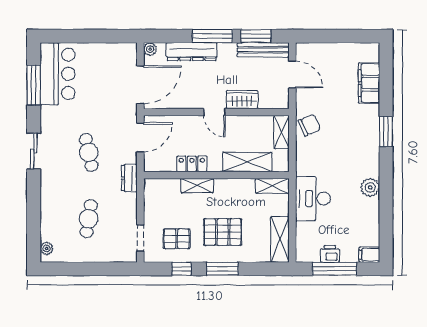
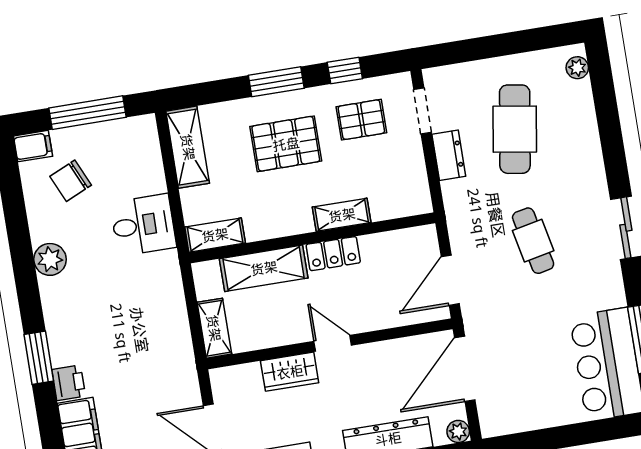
chair: (309, 125) -> (71, 181), moved
locker: (192, 164) -> (333, 254), moved
dresser: (129, 178) -> (449, 155), moved
desk: (313, 199) -> (143, 225), width x0.73
cafe table: (89, 219) -> (515, 129), width x1.37, depth x1.35
printer: (330, 254) -> (69, 383), moved, turned -90

